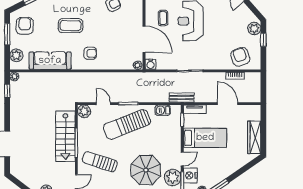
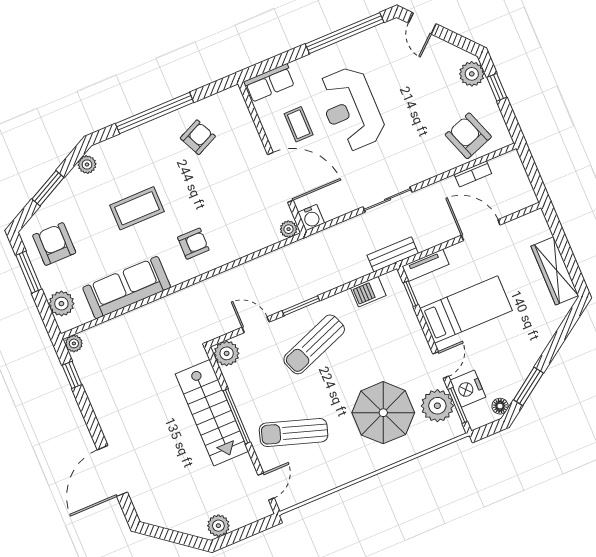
sun lounger: (127, 124) -> (314, 344), width x0.73, depth x0.75

